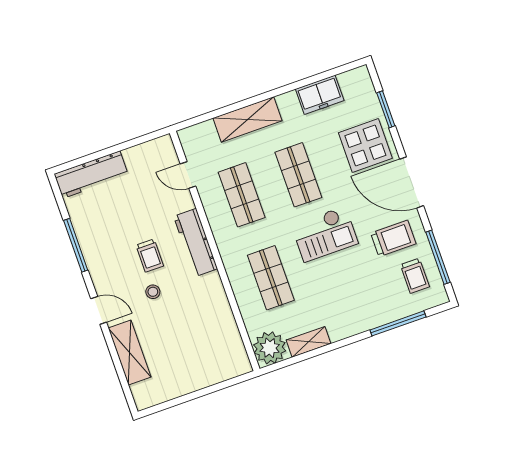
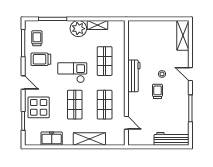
door: (412, 182) -> (23, 82), width x0.53
workbench: (196, 242) -> (134, 76), moved
plant: (270, 348) -> (78, 29), moved
shelving: (130, 352) -> (183, 35), moved

